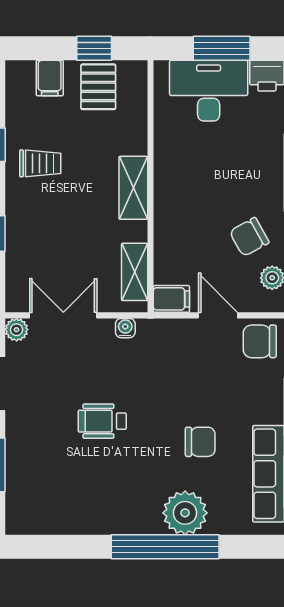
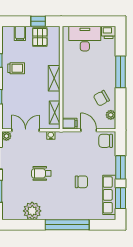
window: (222, 48) -> (90, 21), removed
plant: (185, 513) -> (32, 211), moved

